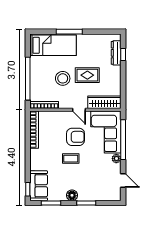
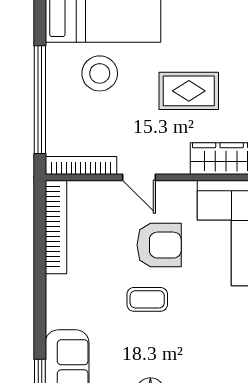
stool: (63, 78) -> (100, 73), moved
door: (79, 110) -> (139, 177), moved

